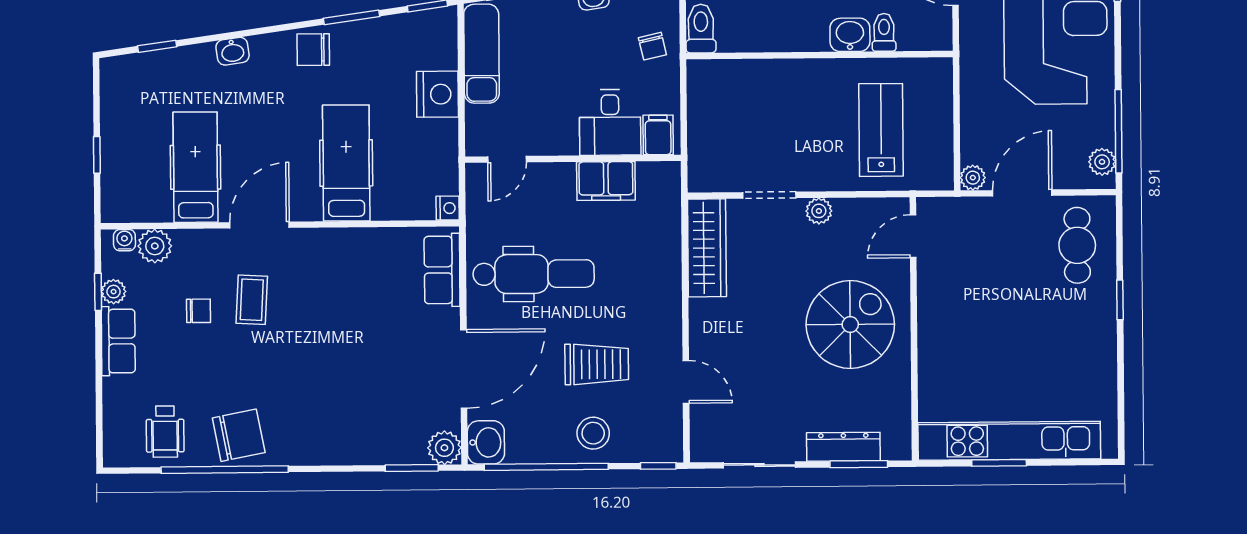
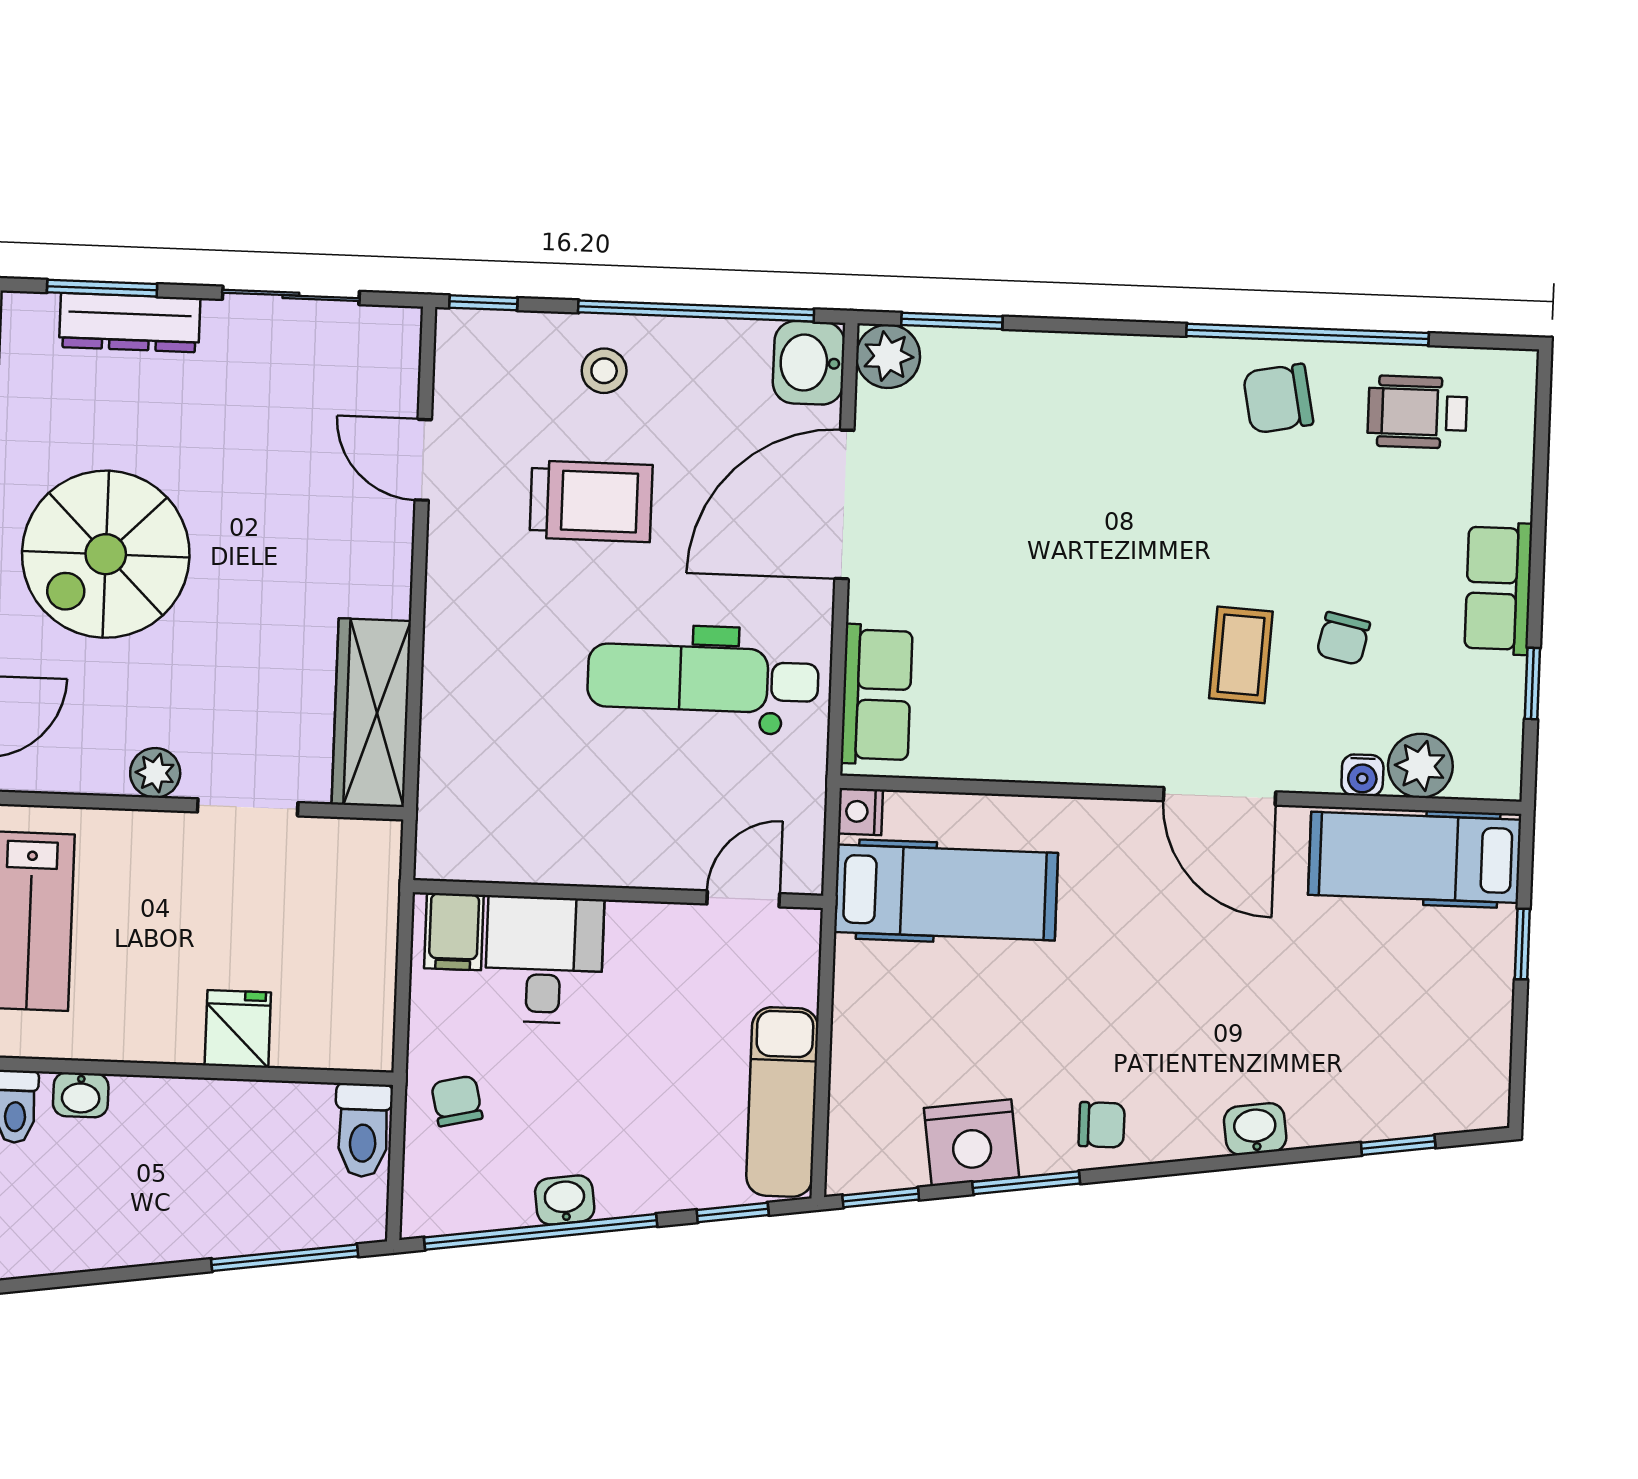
washbasin: (850, 35) -> (81, 1095), width x0.72, depth x0.69
chair: (313, 50) -> (1102, 1125), width x0.73, depth x0.73
fridge: (769, 79) -> (238, 1029), added
nightstand: (437, 94) -> (972, 1143), moved, turned -98
hospital bed: (346, 163) -> (946, 892), moved, turned -90
hospital bed: (195, 167) -> (1415, 857), moved, turned 90
filing cabinet: (606, 181) -> (557, 849), removed
door: (260, 225) -> (1219, 796), hinge flipped
water cooler: (124, 240) -> (1362, 775), moved
plant: (114, 292) -> (1503, 683), removed
chair: (198, 311) -> (1343, 639), turned -78
trolley: (597, 364) -> (591, 501), turned 180
wheelchair: (165, 432) -> (1417, 412), turned -90
stool: (593, 433) -> (604, 371), width x0.73, depth x0.73
chair: (239, 435) -> (1278, 399), width x0.73, depth x0.73

